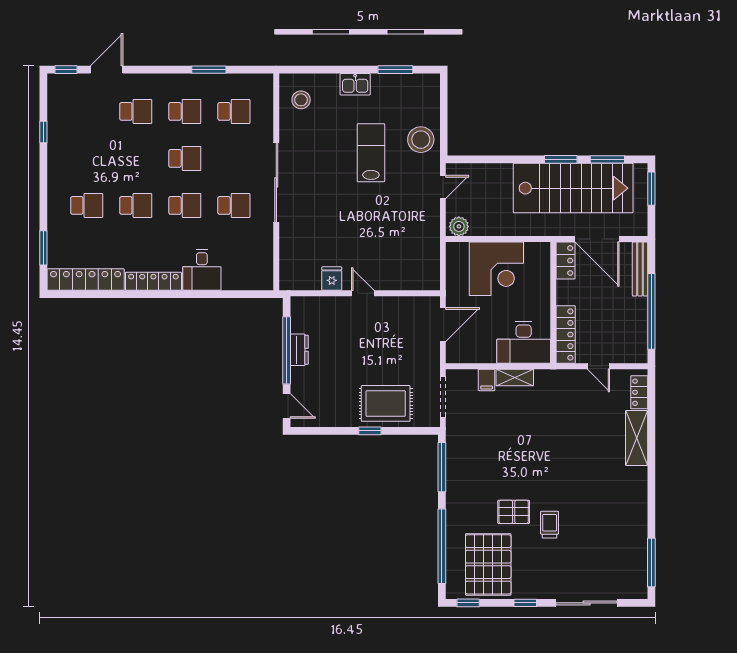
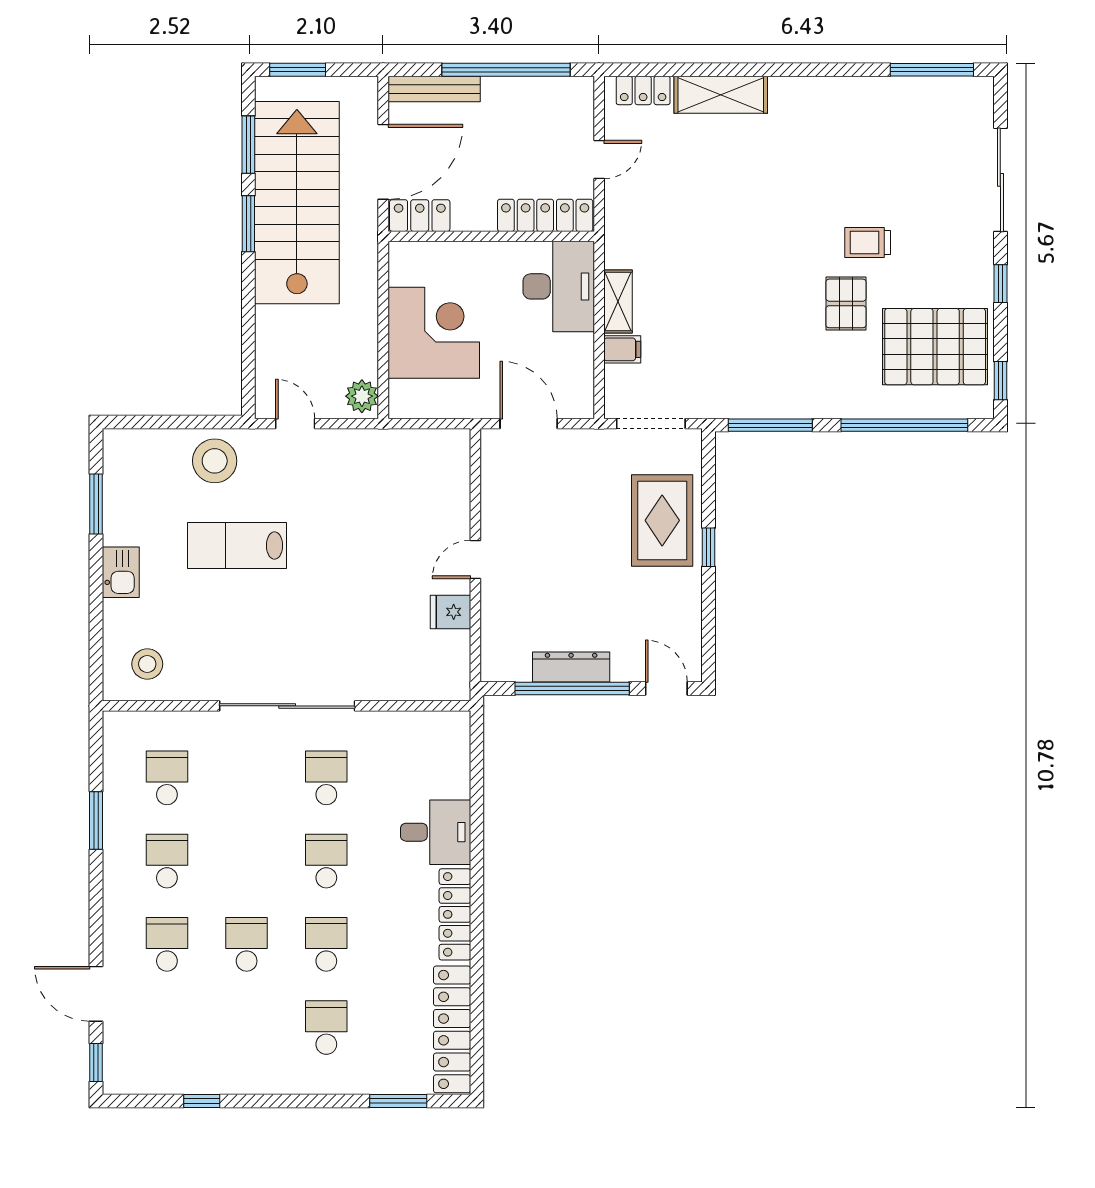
school desk: (185, 158) -> (247, 944), moved
dresser: (299, 350) -> (571, 667), width x1.44
door: (287, 406) -> (666, 689), hinge flipped

